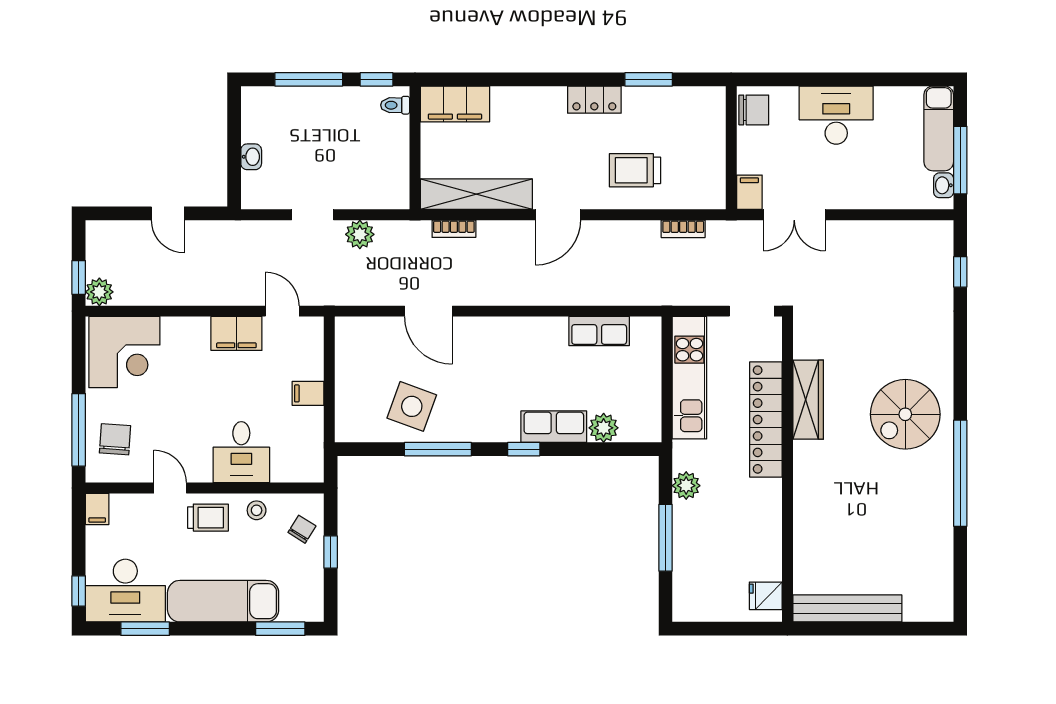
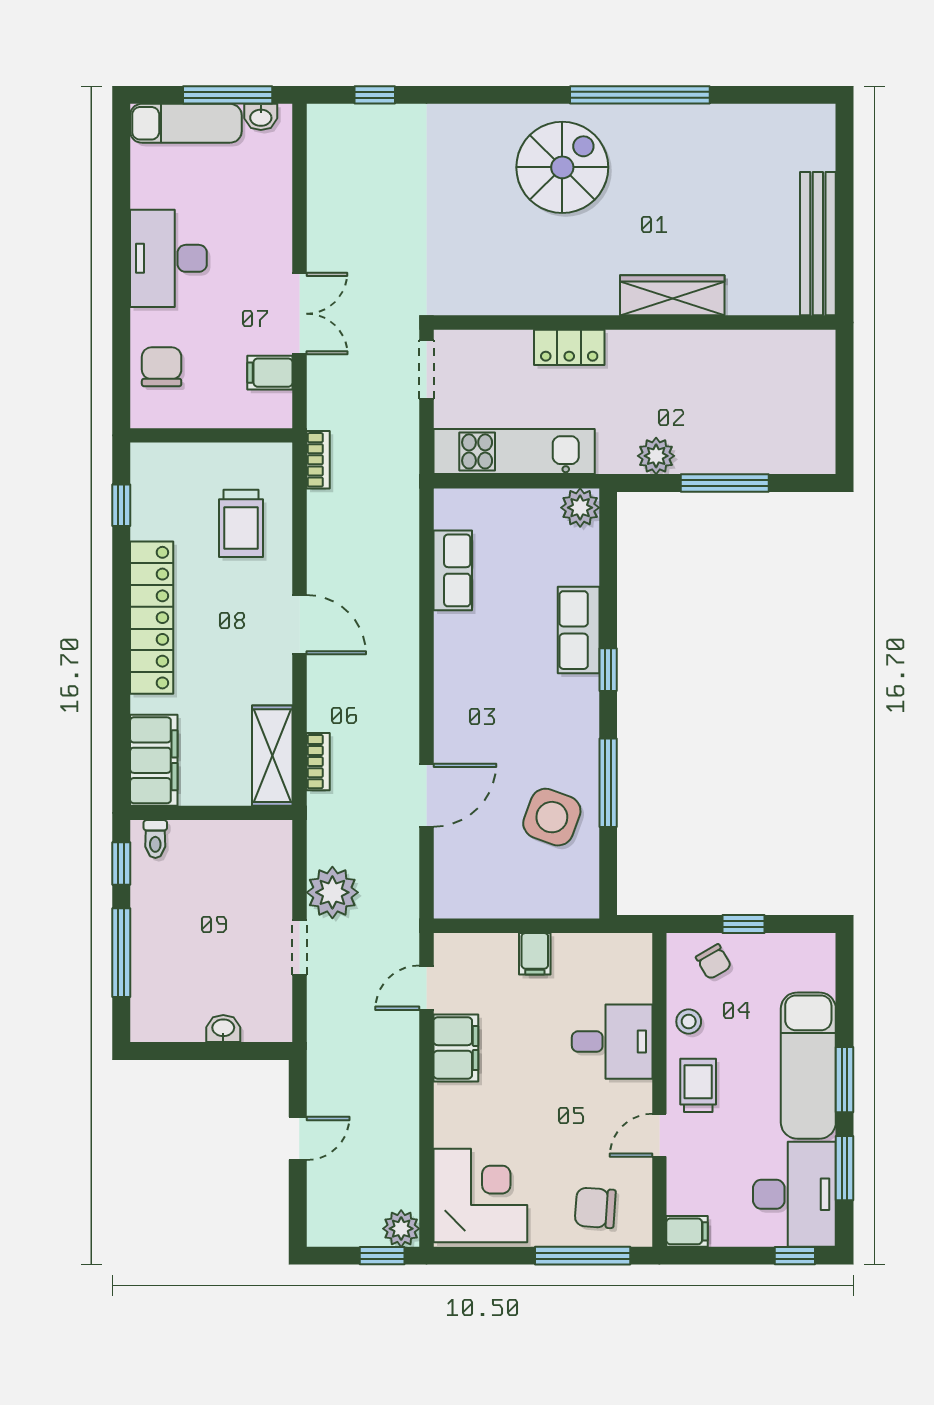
window: (649, 79) -> (121, 505), width x0.67
locker: (594, 100) -> (152, 618), width x2.16, depth x1.21
wall: (731, 148) -> (211, 435), moved
shelving: (476, 194) -> (272, 756), width x0.68
plant: (360, 234) -> (332, 892), width x1.36, depth x1.36
wardrobe: (808, 400) -> (672, 295), moved
spiral stairs: (905, 414) -> (562, 167), turned -90
locker: (766, 420) -> (569, 347), width x0.46, depth x0.83
plant: (604, 428) -> (580, 508), moved
chair: (302, 529) -> (714, 962), turned -152
fridge: (766, 596) -> (801, 351), removed
window: (280, 629) -> (845, 1080), moved

